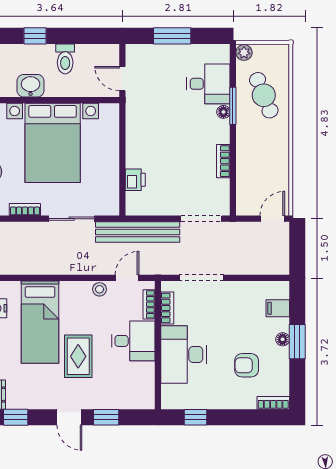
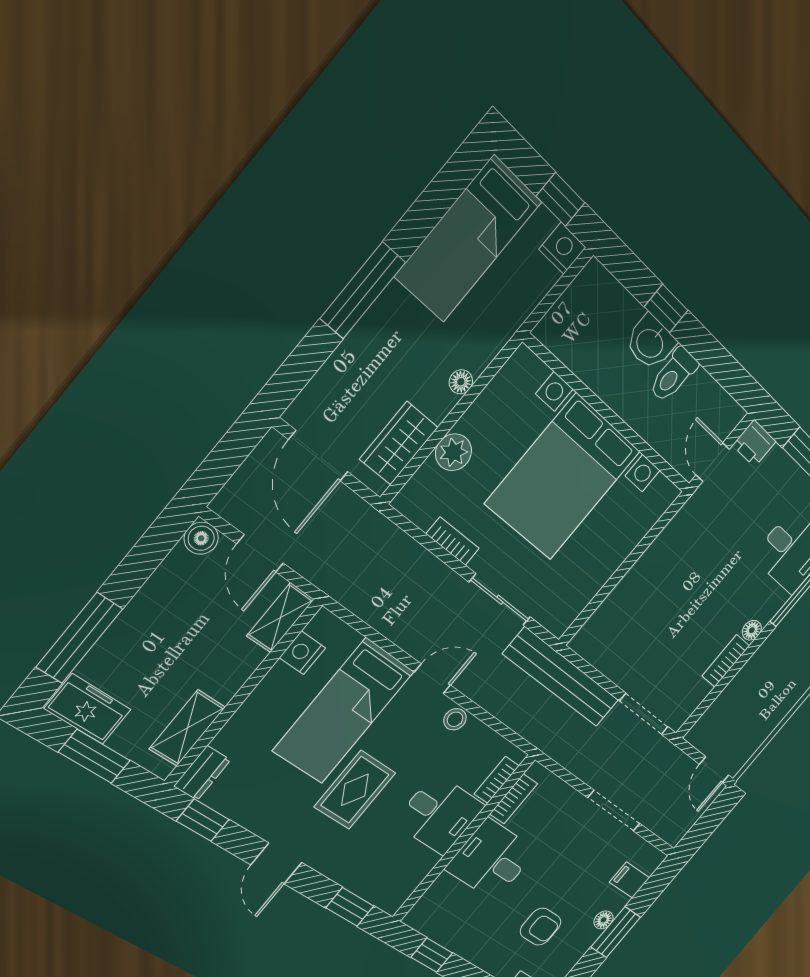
washbasin: (31, 86) -> (651, 343), moved, turned 180
floor lamp: (223, 112) -> (752, 630), moved
printer: (135, 180) -> (754, 443), moved, turned 90
door: (272, 219) -> (714, 770), swing flipped
door: (127, 278) -> (432, 679), moved
doorway: (202, 278) -> (614, 811), moved
desk: (184, 355) -> (491, 860), width x0.73
armchair: (247, 365) -> (541, 927), turned 180
window: (106, 417) -> (350, 907), moved

